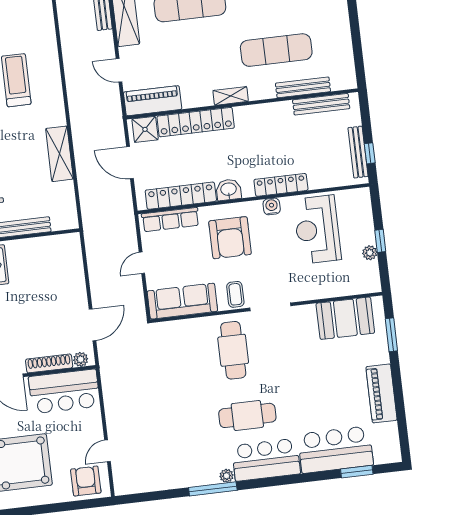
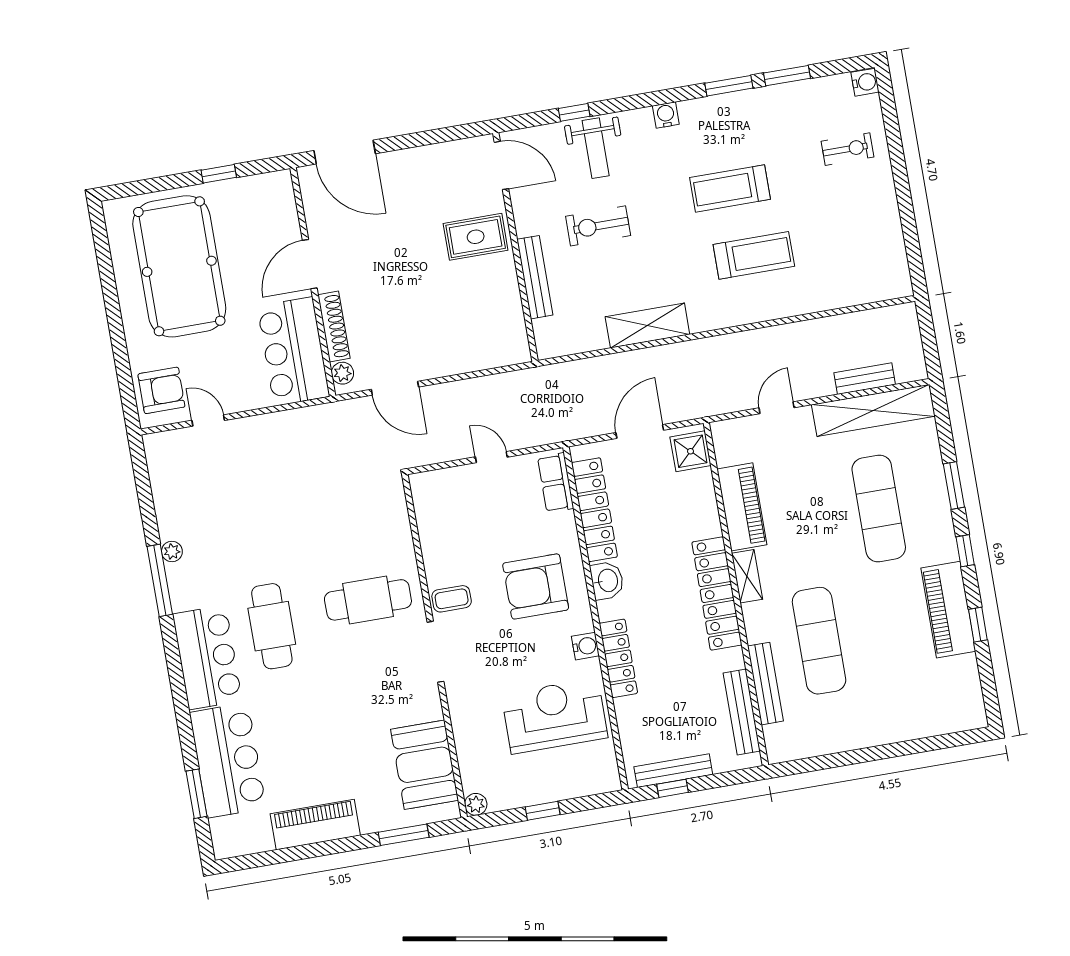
piano: (153, 101) -> (742, 507), moved
locker: (196, 122) -> (717, 593), moved
row of seats: (170, 220) -> (556, 483), width x0.68
plant: (370, 253) -> (476, 804), moved
sofa: (182, 301) -> (437, 520), removed
plant: (226, 476) -> (172, 552), moved

